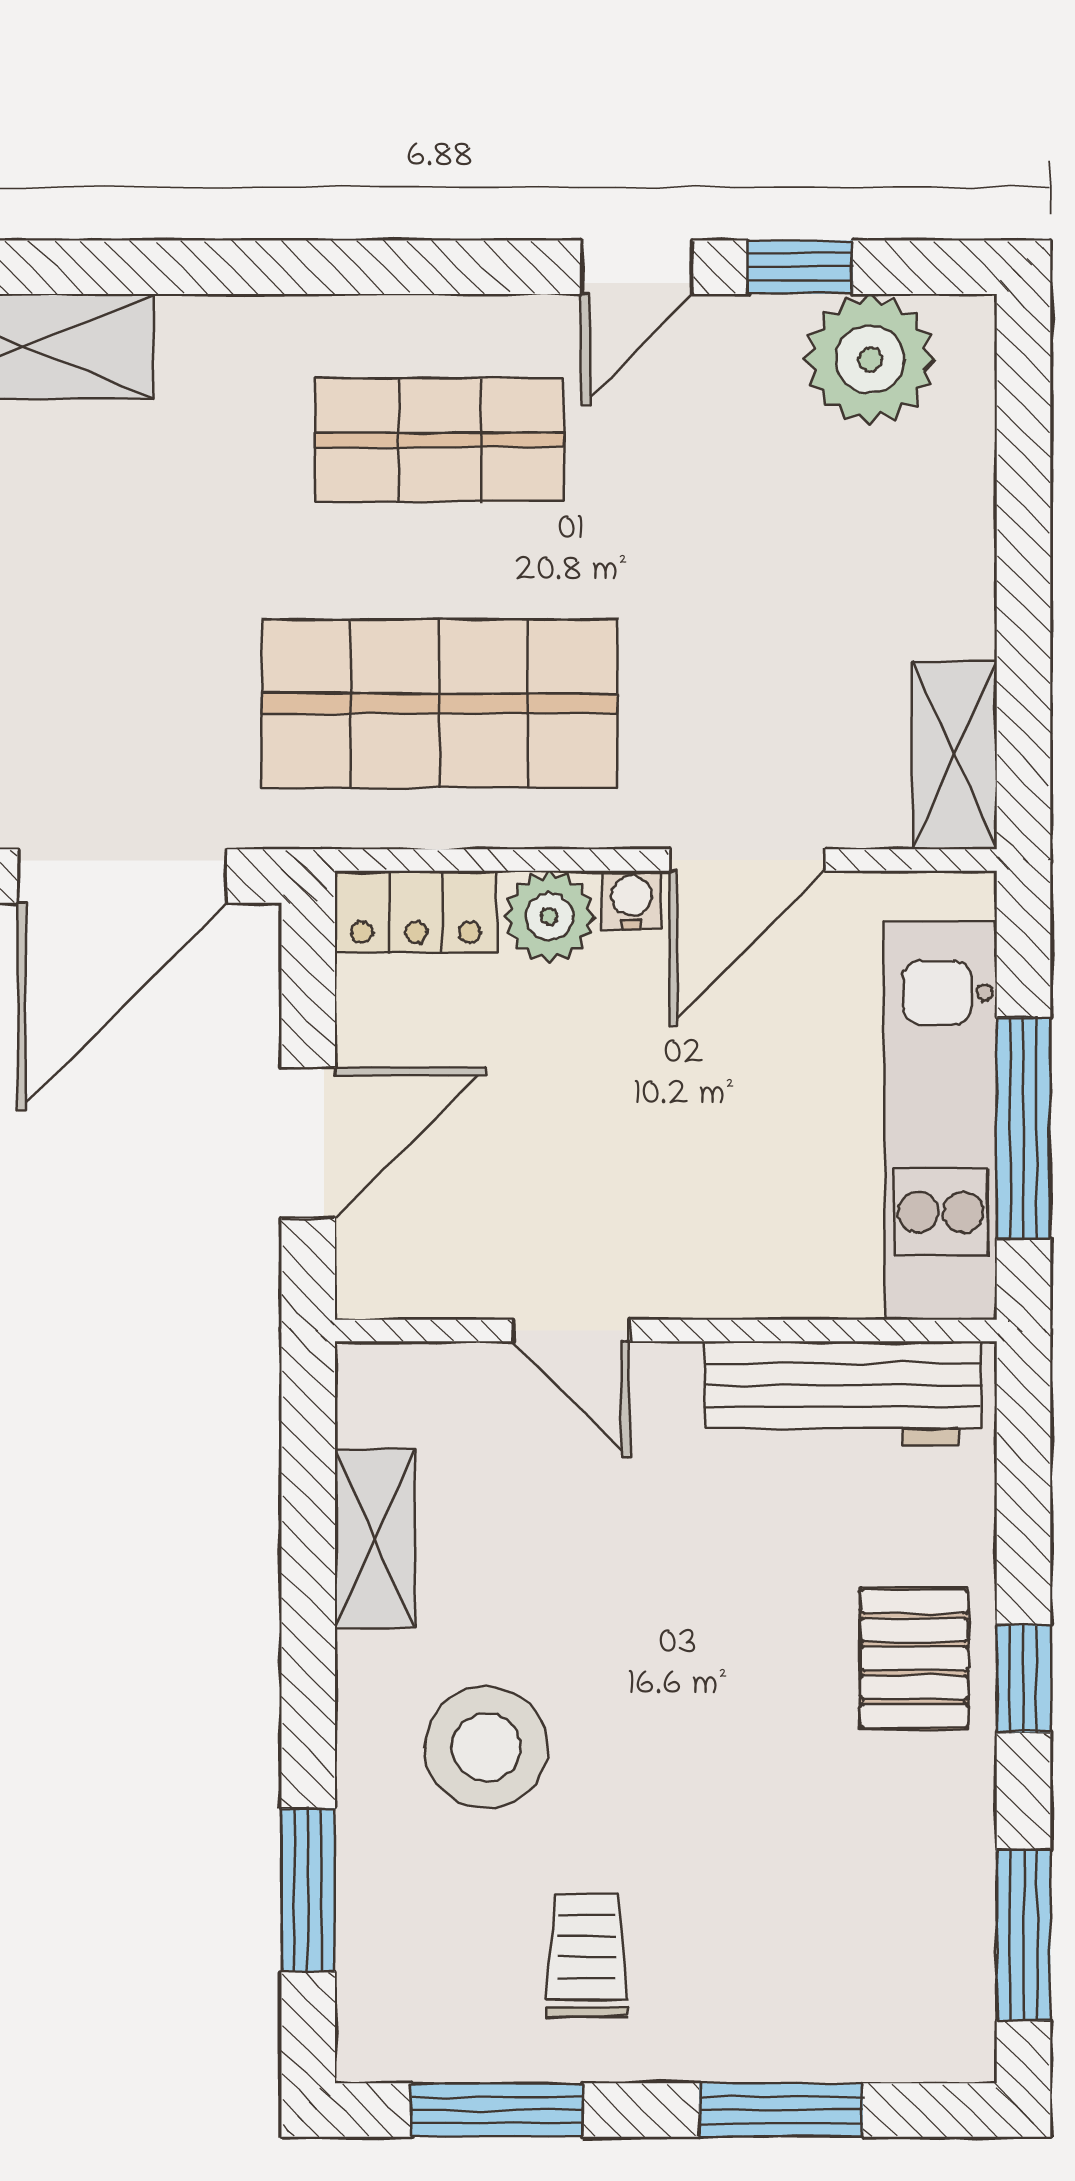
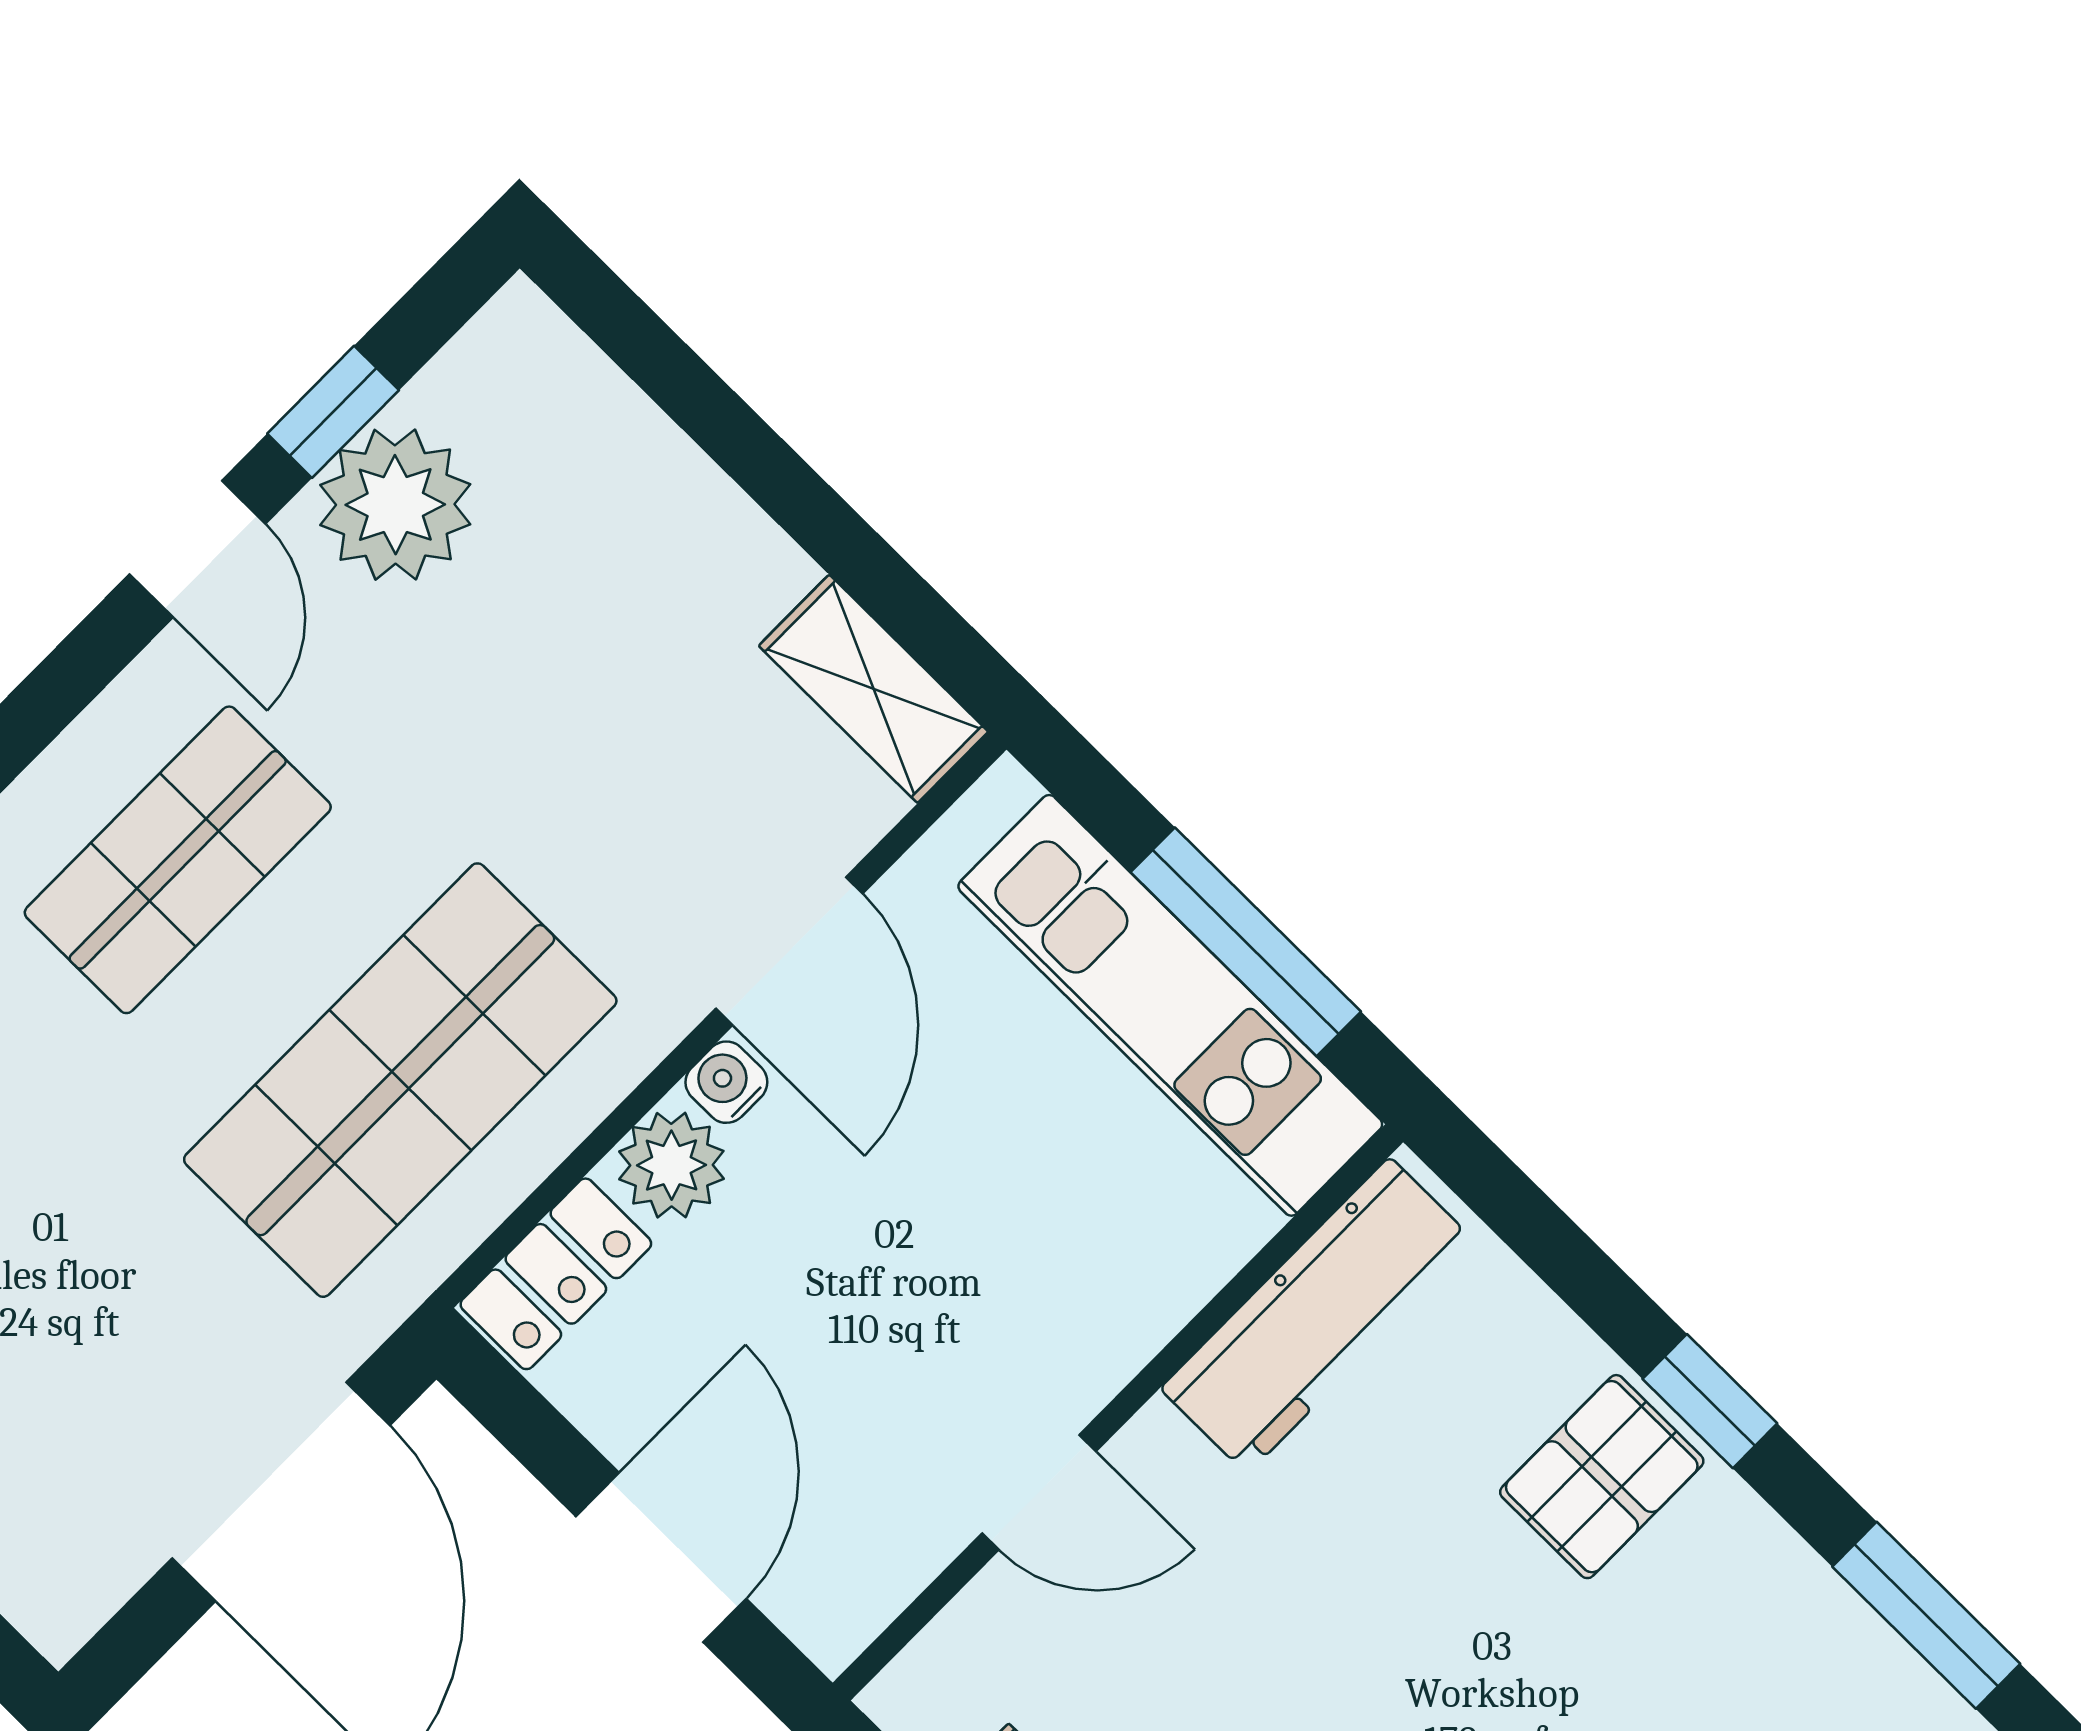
plant: (870, 359) -> (395, 505), moved
pallet: (914, 1658) -> (1602, 1477), turned 90

